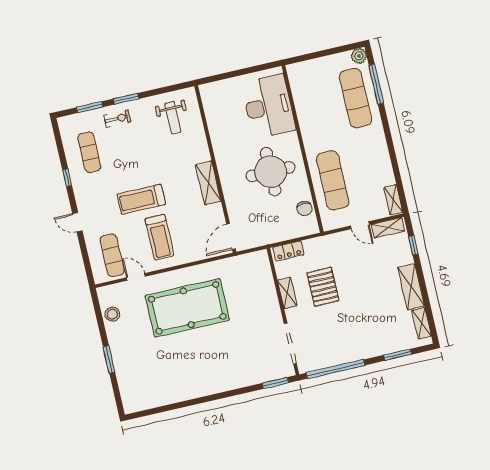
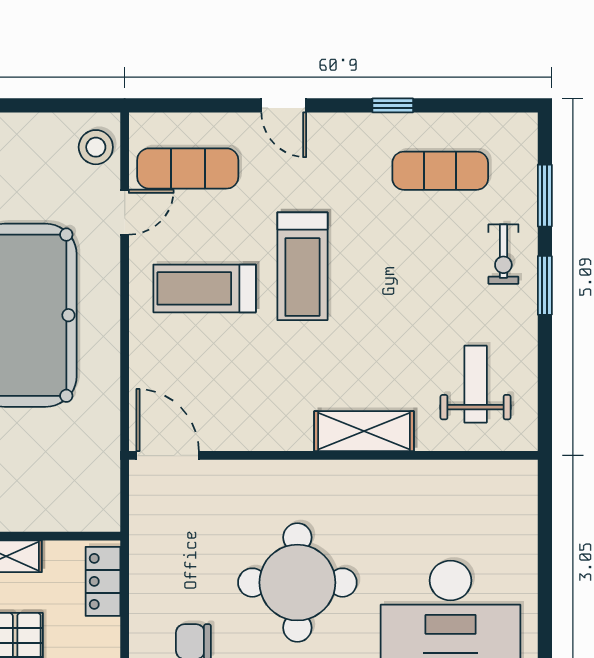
weight bench: (173, 118) -> (476, 384), turned 90
shelving: (208, 183) -> (364, 431), moved
treadmill: (141, 199) -> (302, 266), turned 180
door: (77, 222) -> (284, 105), swing flipped
stool: (112, 314) -> (96, 147), moved

